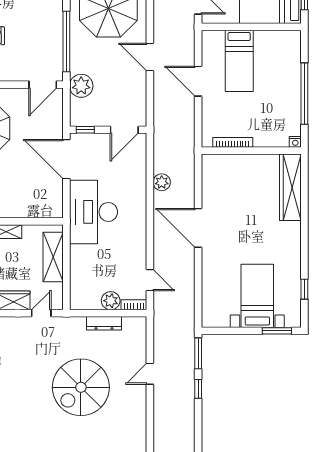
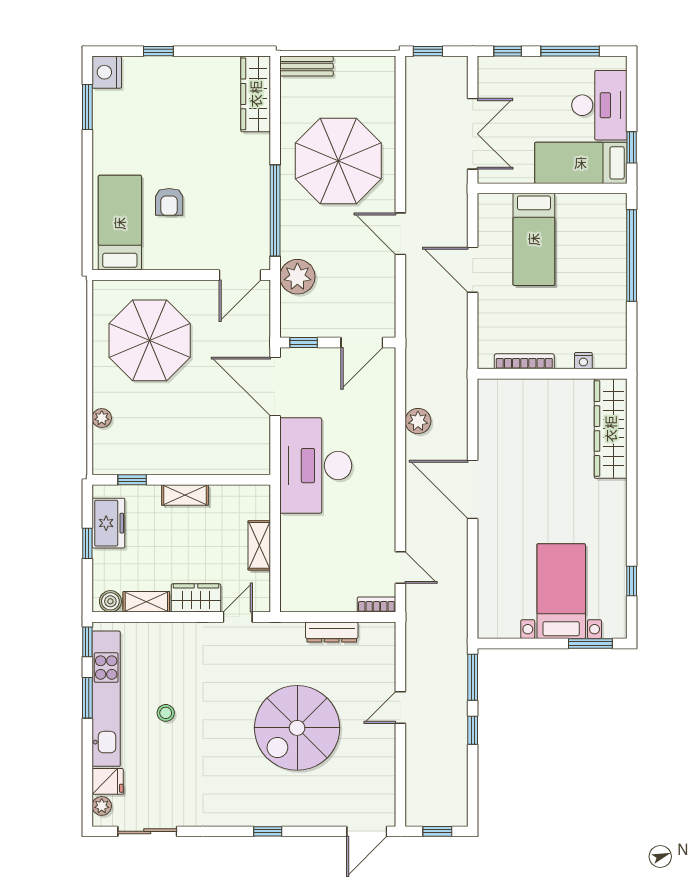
window: (304, 94) -> (632, 255), moved
nightstand: (295, 142) -> (583, 361), moved
shelving: (53, 257) -> (259, 545), width x0.67, depth x0.75
plant: (111, 301) -> (342, 598), removed

